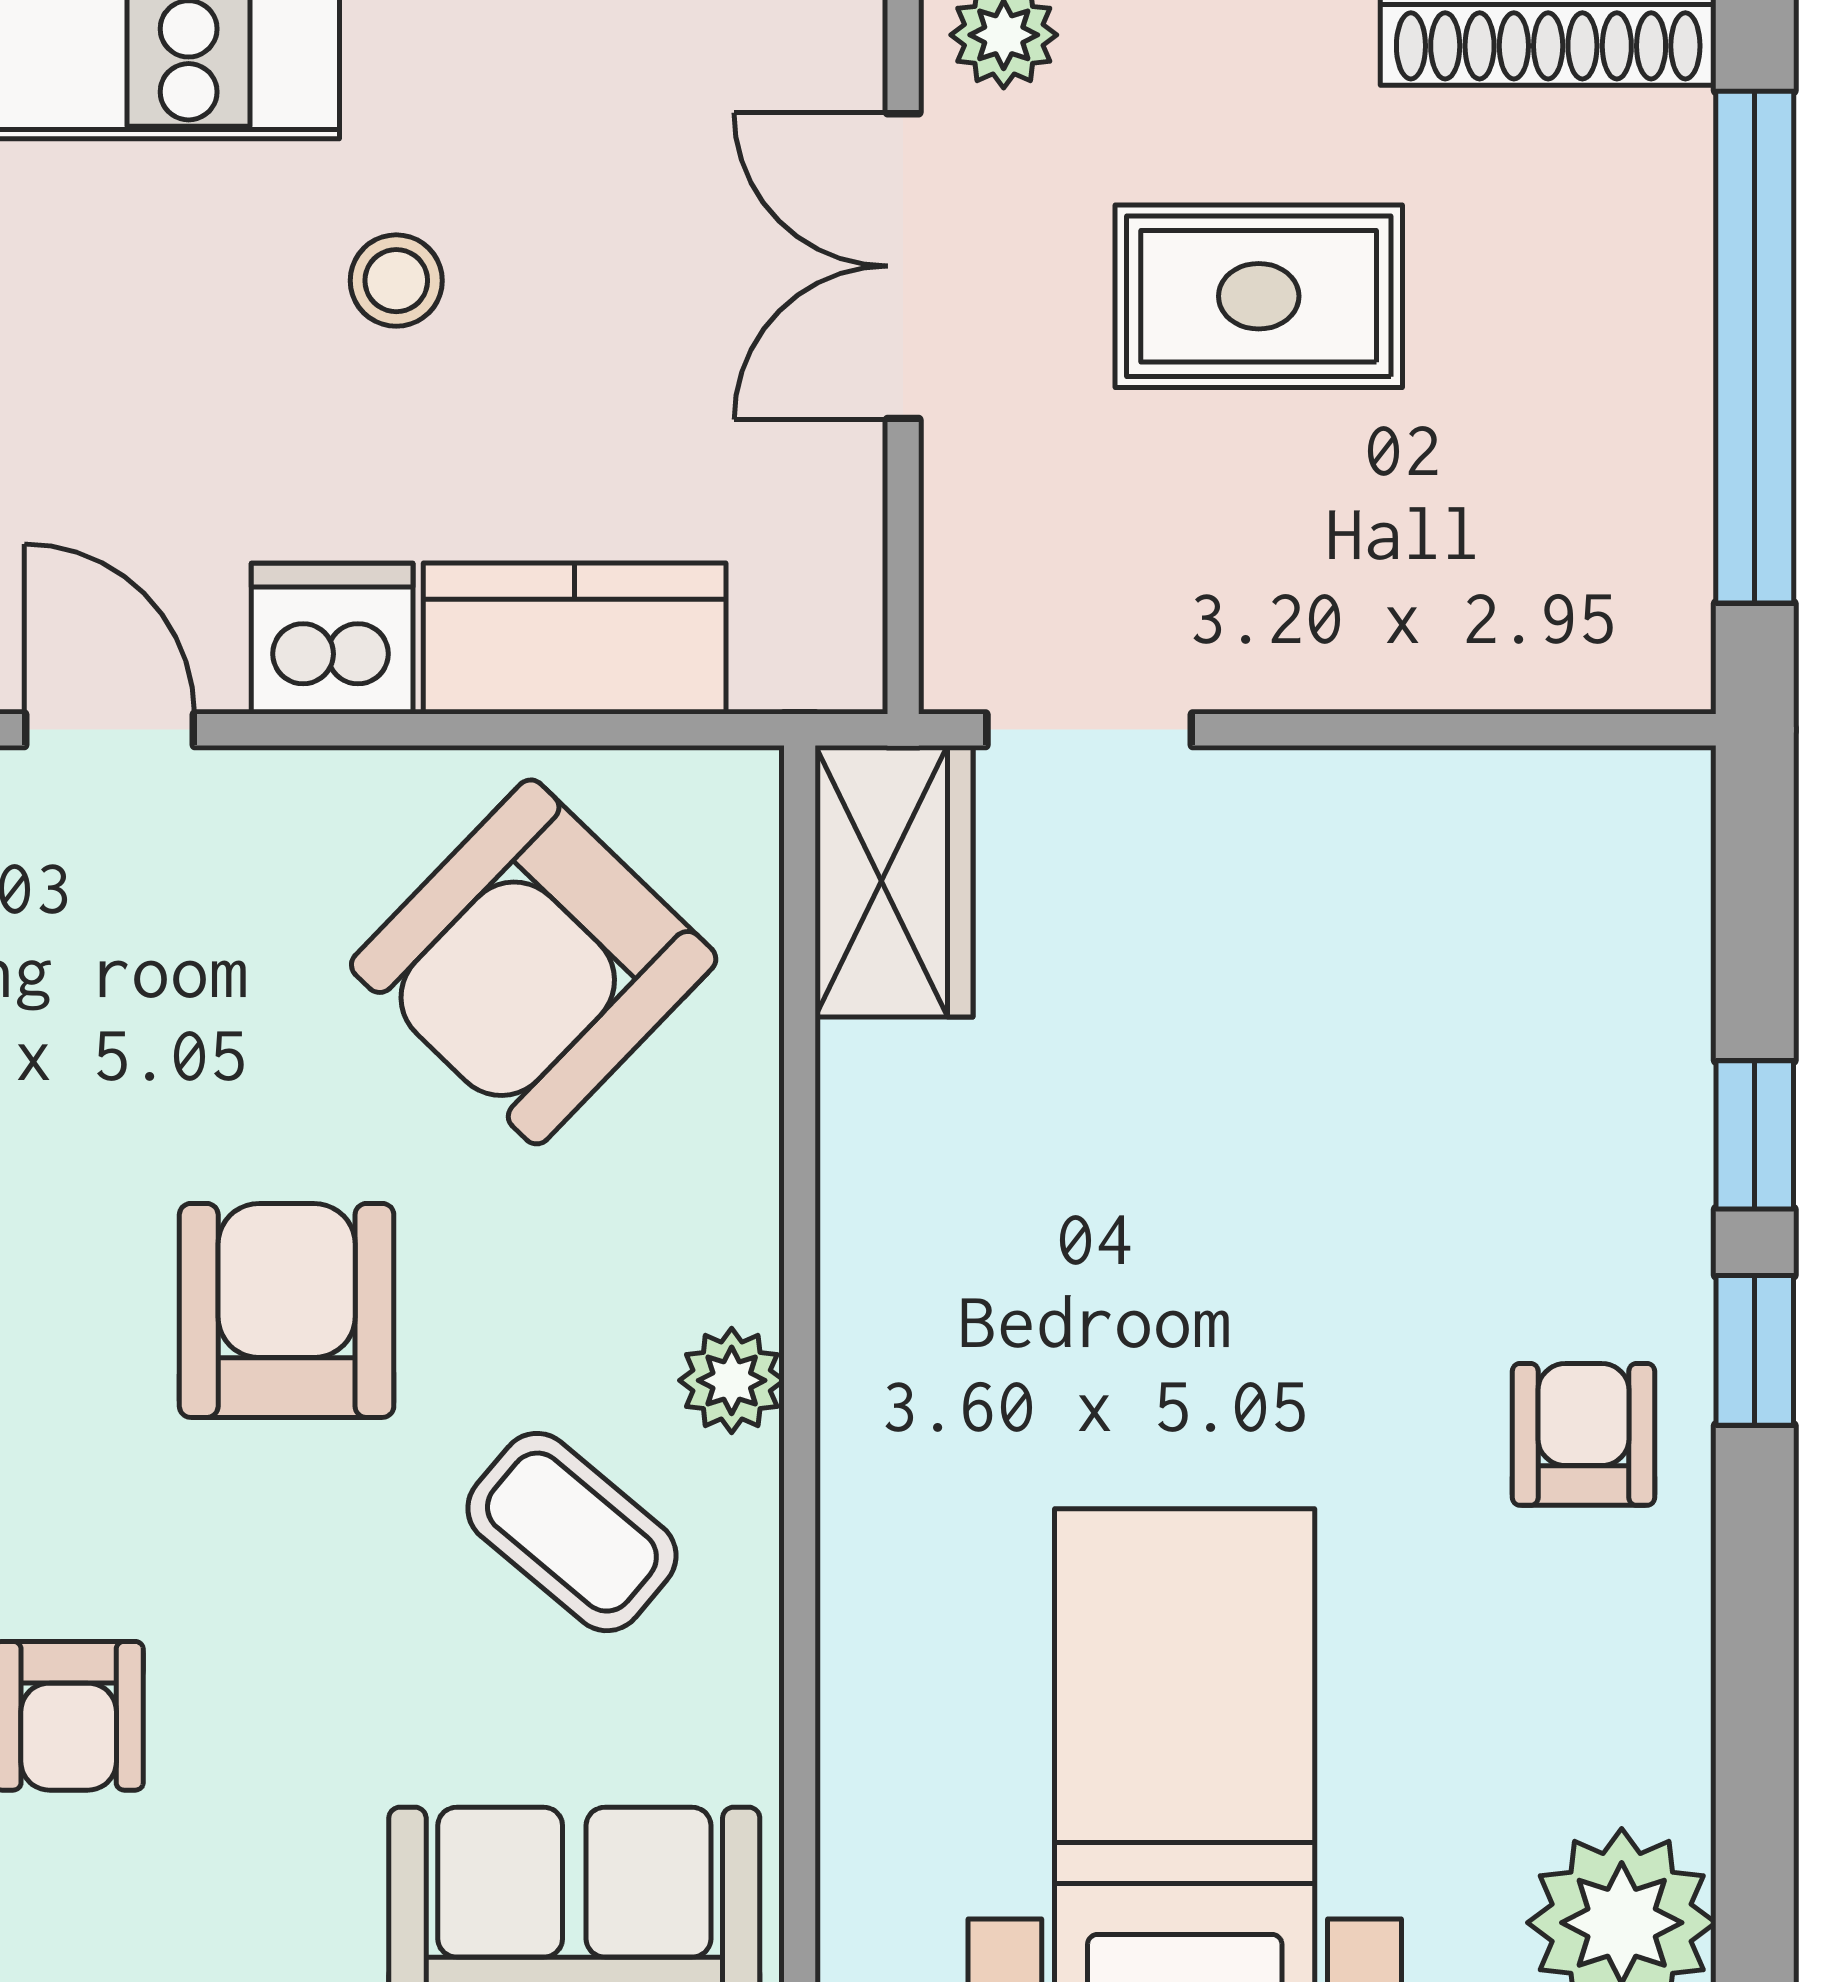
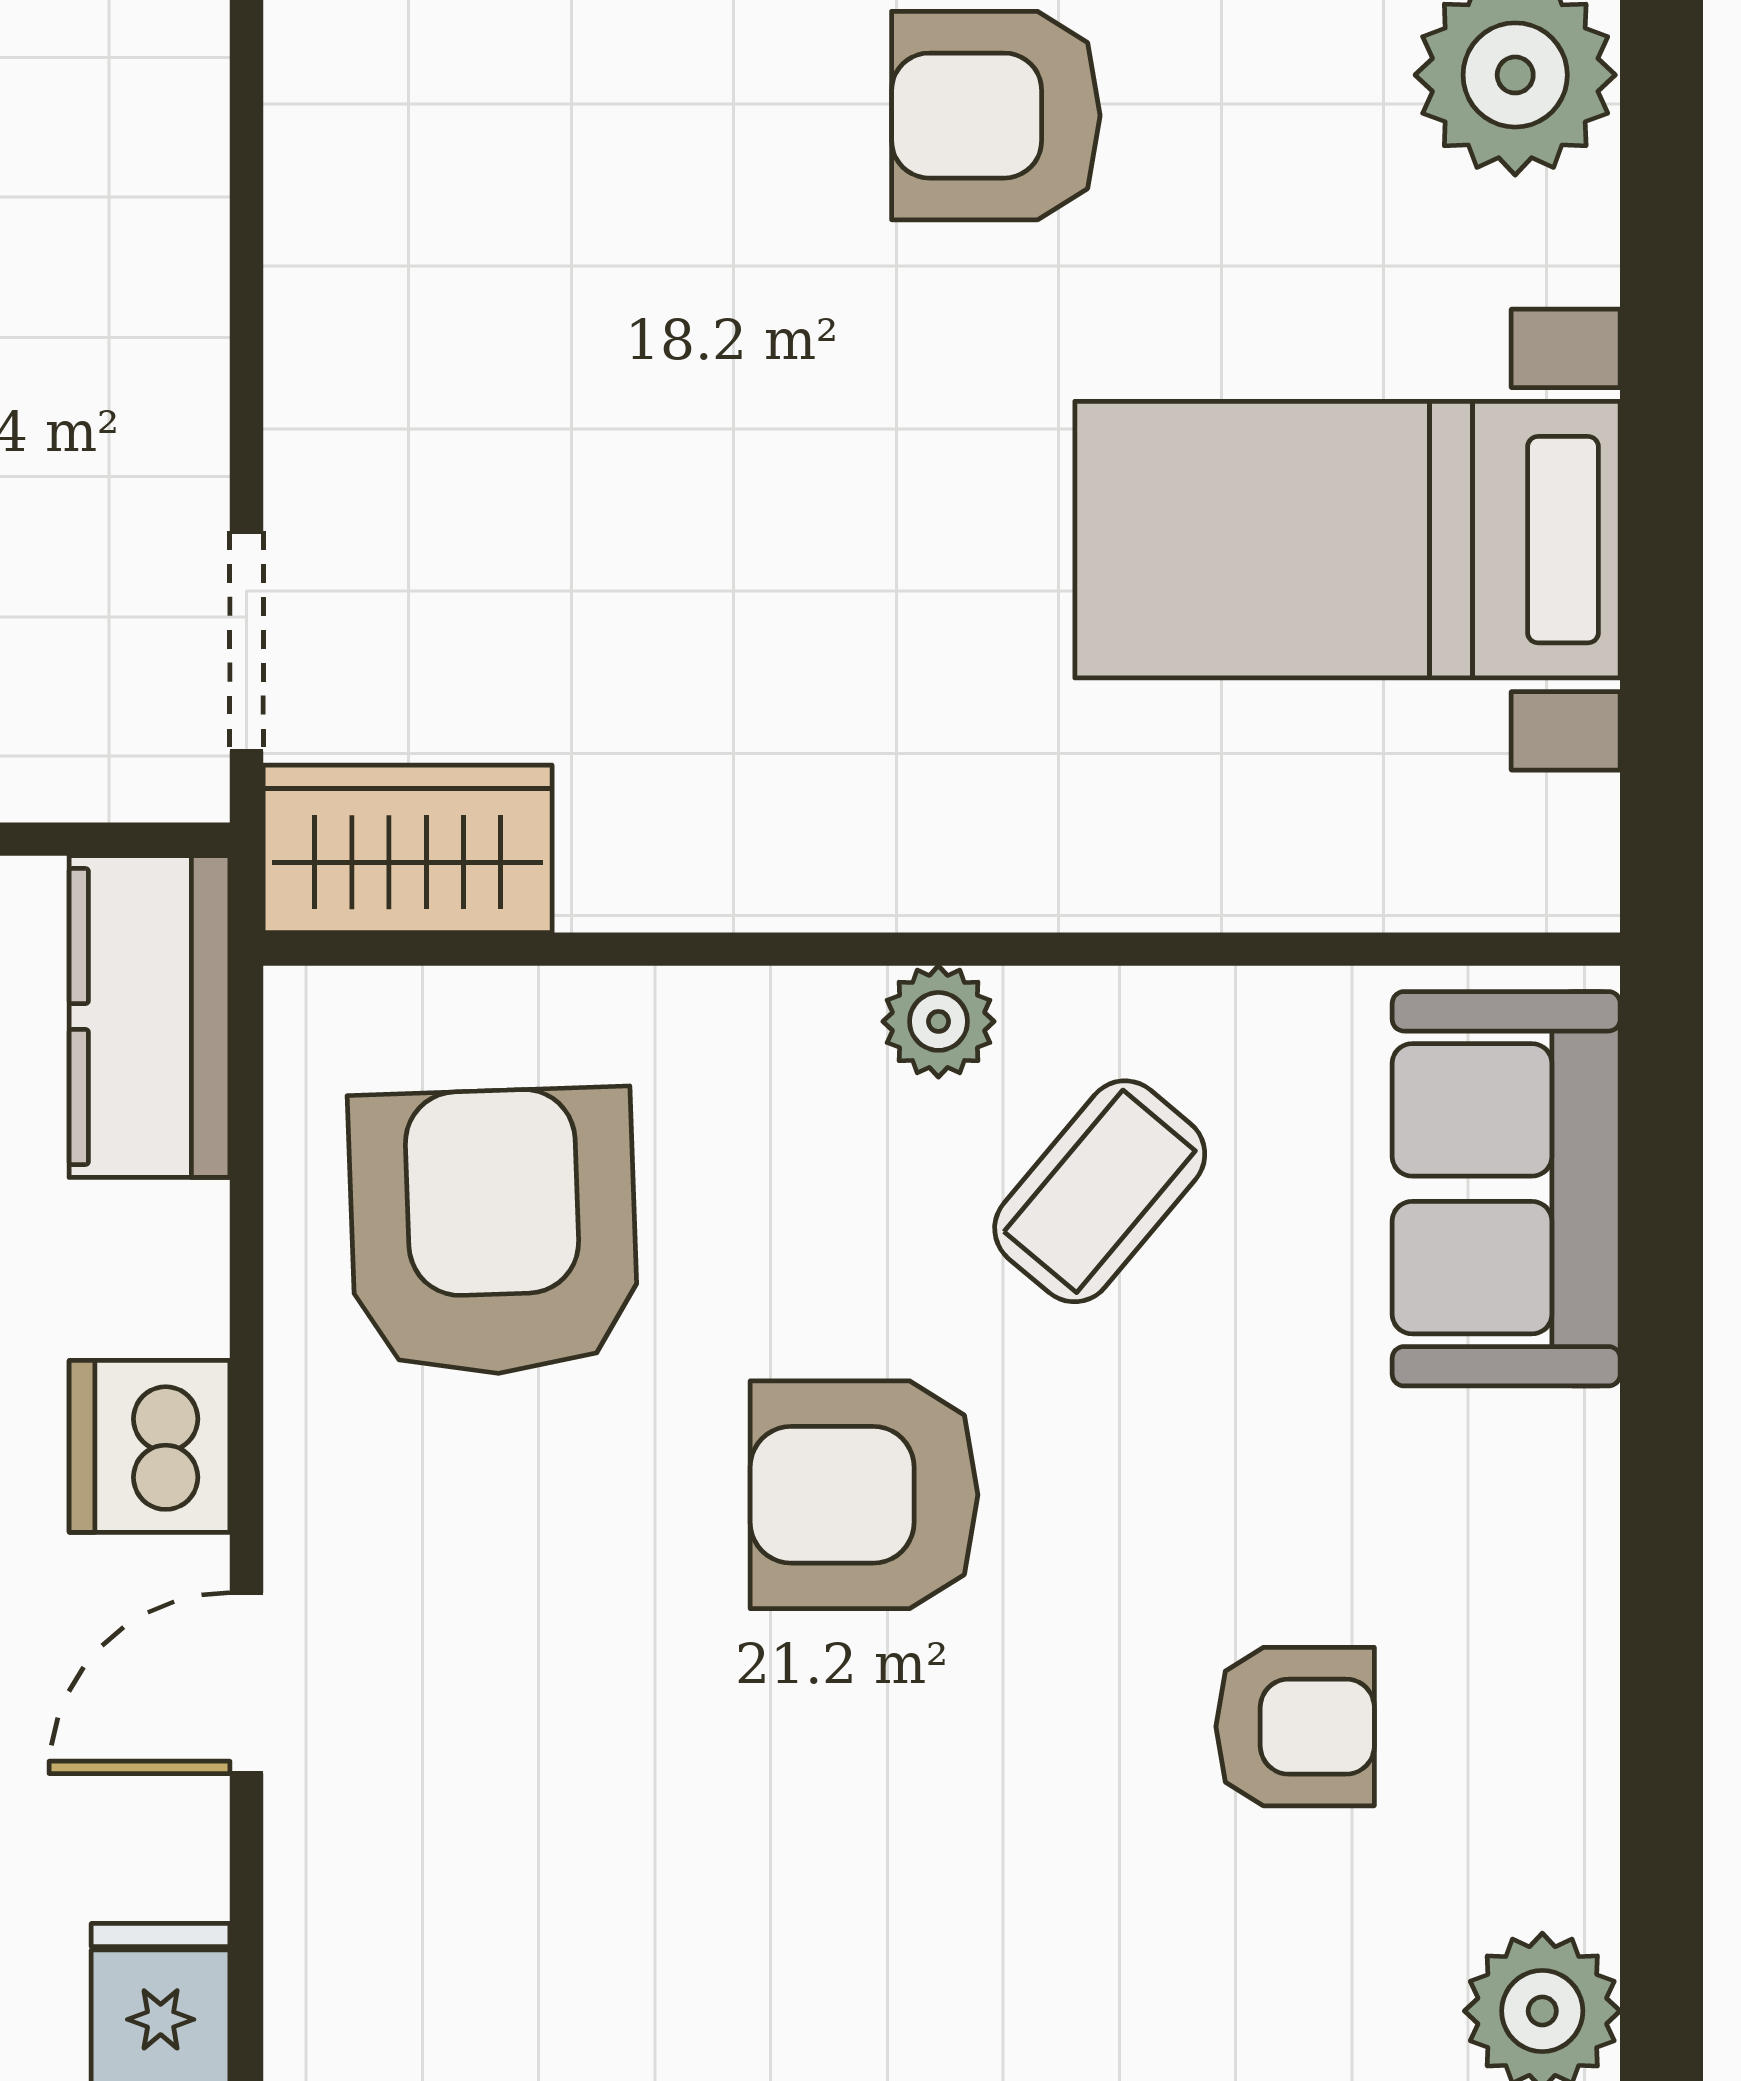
kitchen counter: (575, 639) -> (150, 1017), moved
armchair: (534, 962) -> (493, 1232), turned -136
armchair: (1583, 1434) -> (996, 116), width x1.38, depth x1.38

